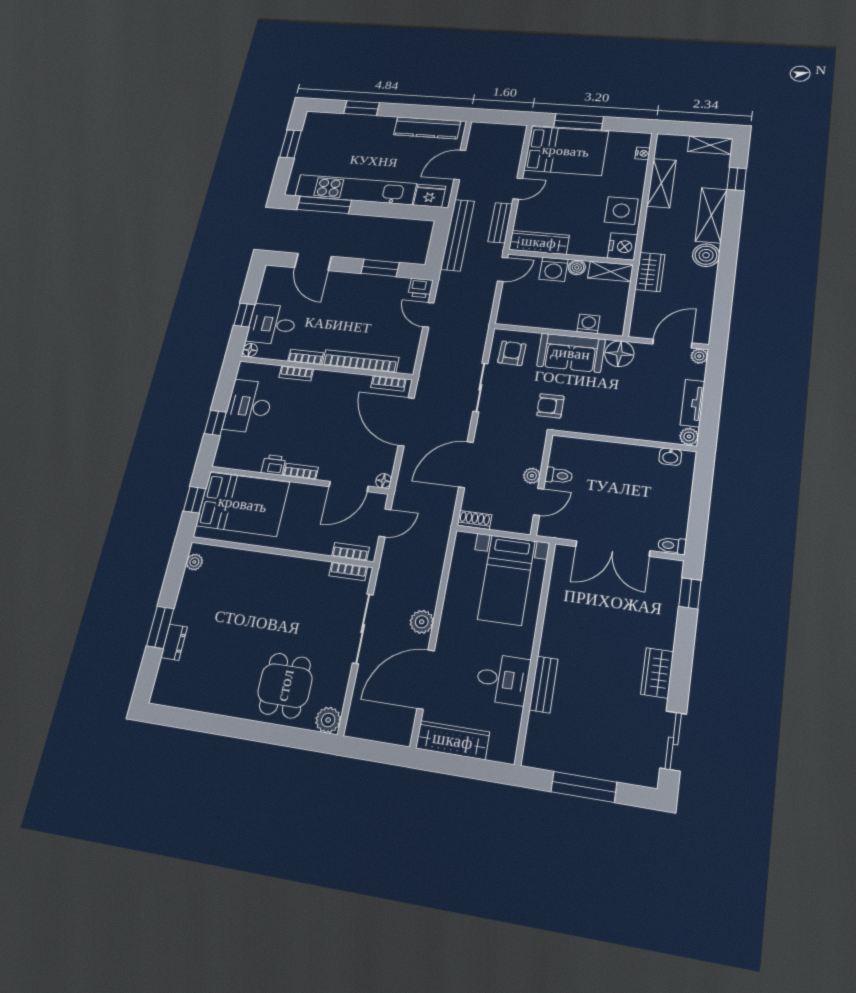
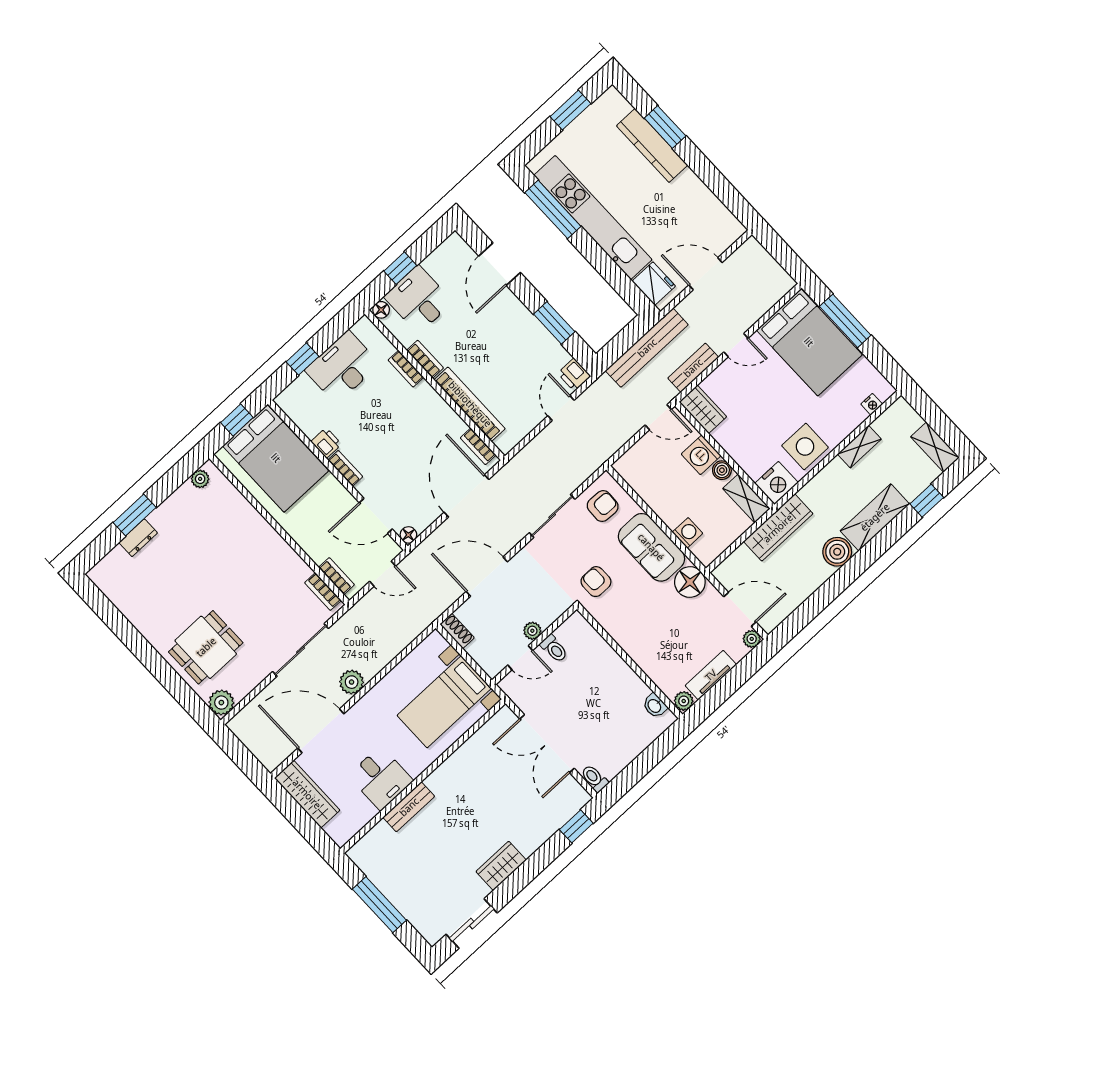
kitchen counter: (427, 128) -> (652, 145), moved
shelving: (661, 183) -> (859, 447), width x0.67, depth x0.75
wardrobe: (539, 242) -> (703, 409), width x0.67
wardrobe: (650, 272) -> (778, 528), width x1.50

